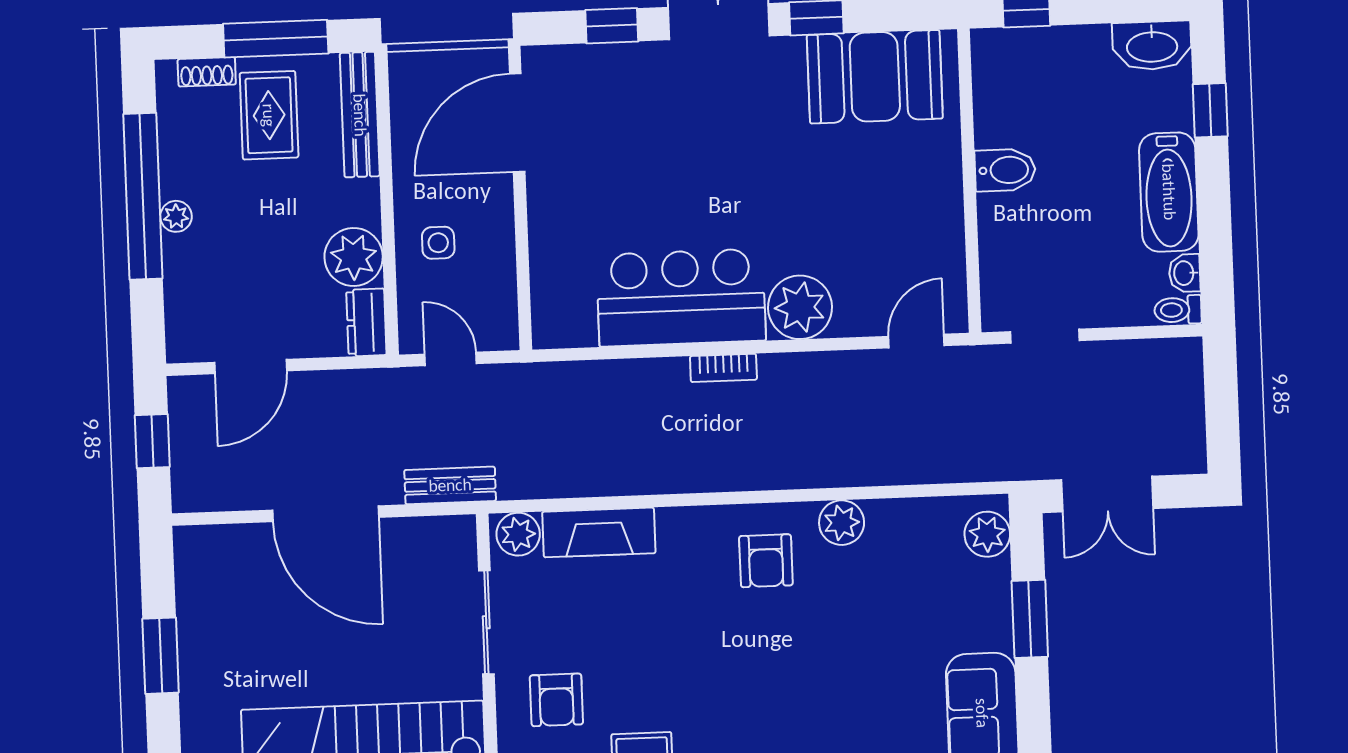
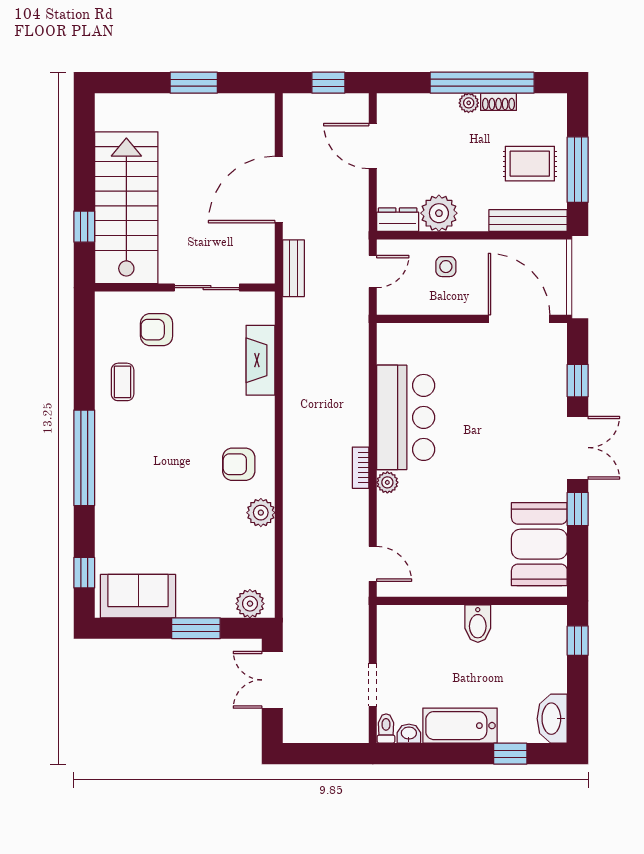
shoe rack: (207, 72) -> (499, 102), moved, turned -90
plant: (800, 307) -> (387, 482), width x0.53, depth x0.53
doorway: (1045, 336) -> (373, 685), moved
bookcase: (723, 368) -> (361, 468), moved
plant: (518, 534) -> (261, 310), removed

